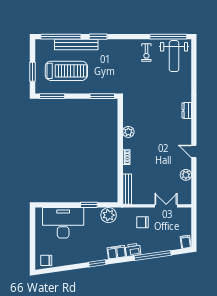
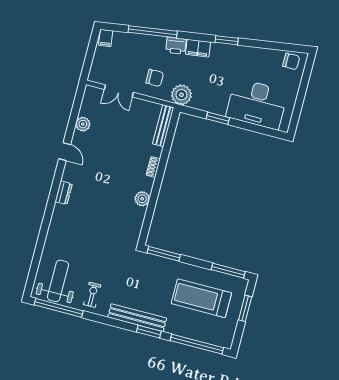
bench: (76, 44) -> (137, 318), moved
dresser: (187, 110) -> (64, 193), moved
plant: (109, 215) -> (181, 95), moved

